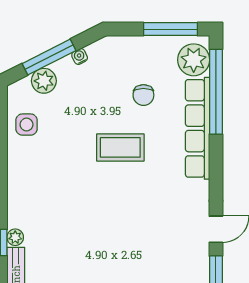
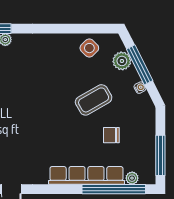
plant: (194, 60) -> (132, 178), width x0.53, depth x0.53
side table: (27, 125) -> (89, 48), turned 45
coffee table: (120, 147) -> (94, 100), moved, turned 60

